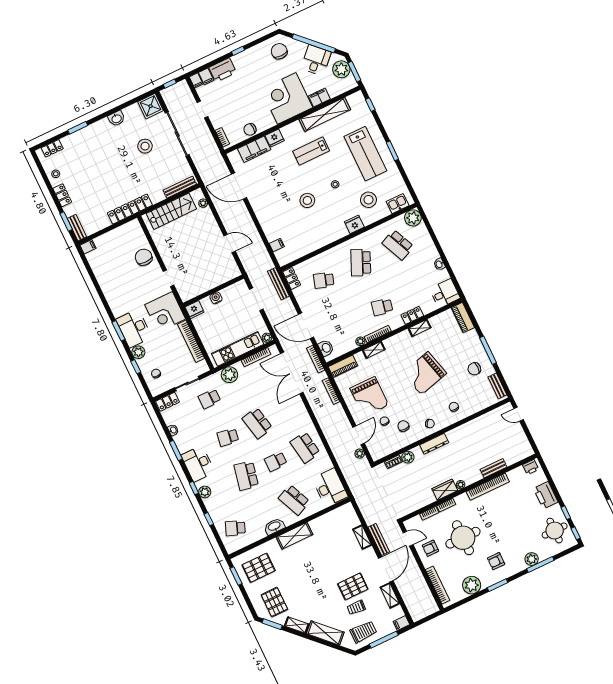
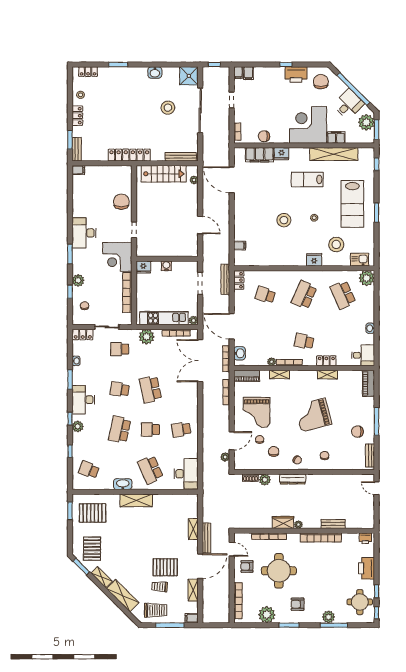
printer: (223, 70) -> (296, 74), moved
desk: (134, 328) -> (84, 233), moved
school desk: (305, 447) -> (181, 430), width x0.54

